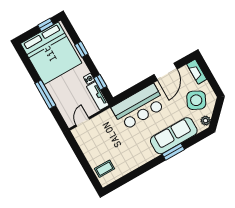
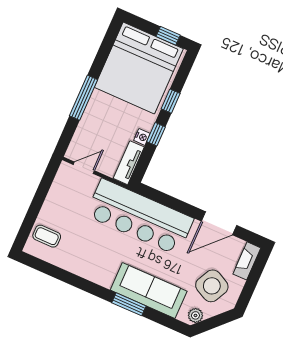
window: (100, 82) -> (156, 134), moved
bar counter: (139, 107) -> (140, 217), width x1.36

